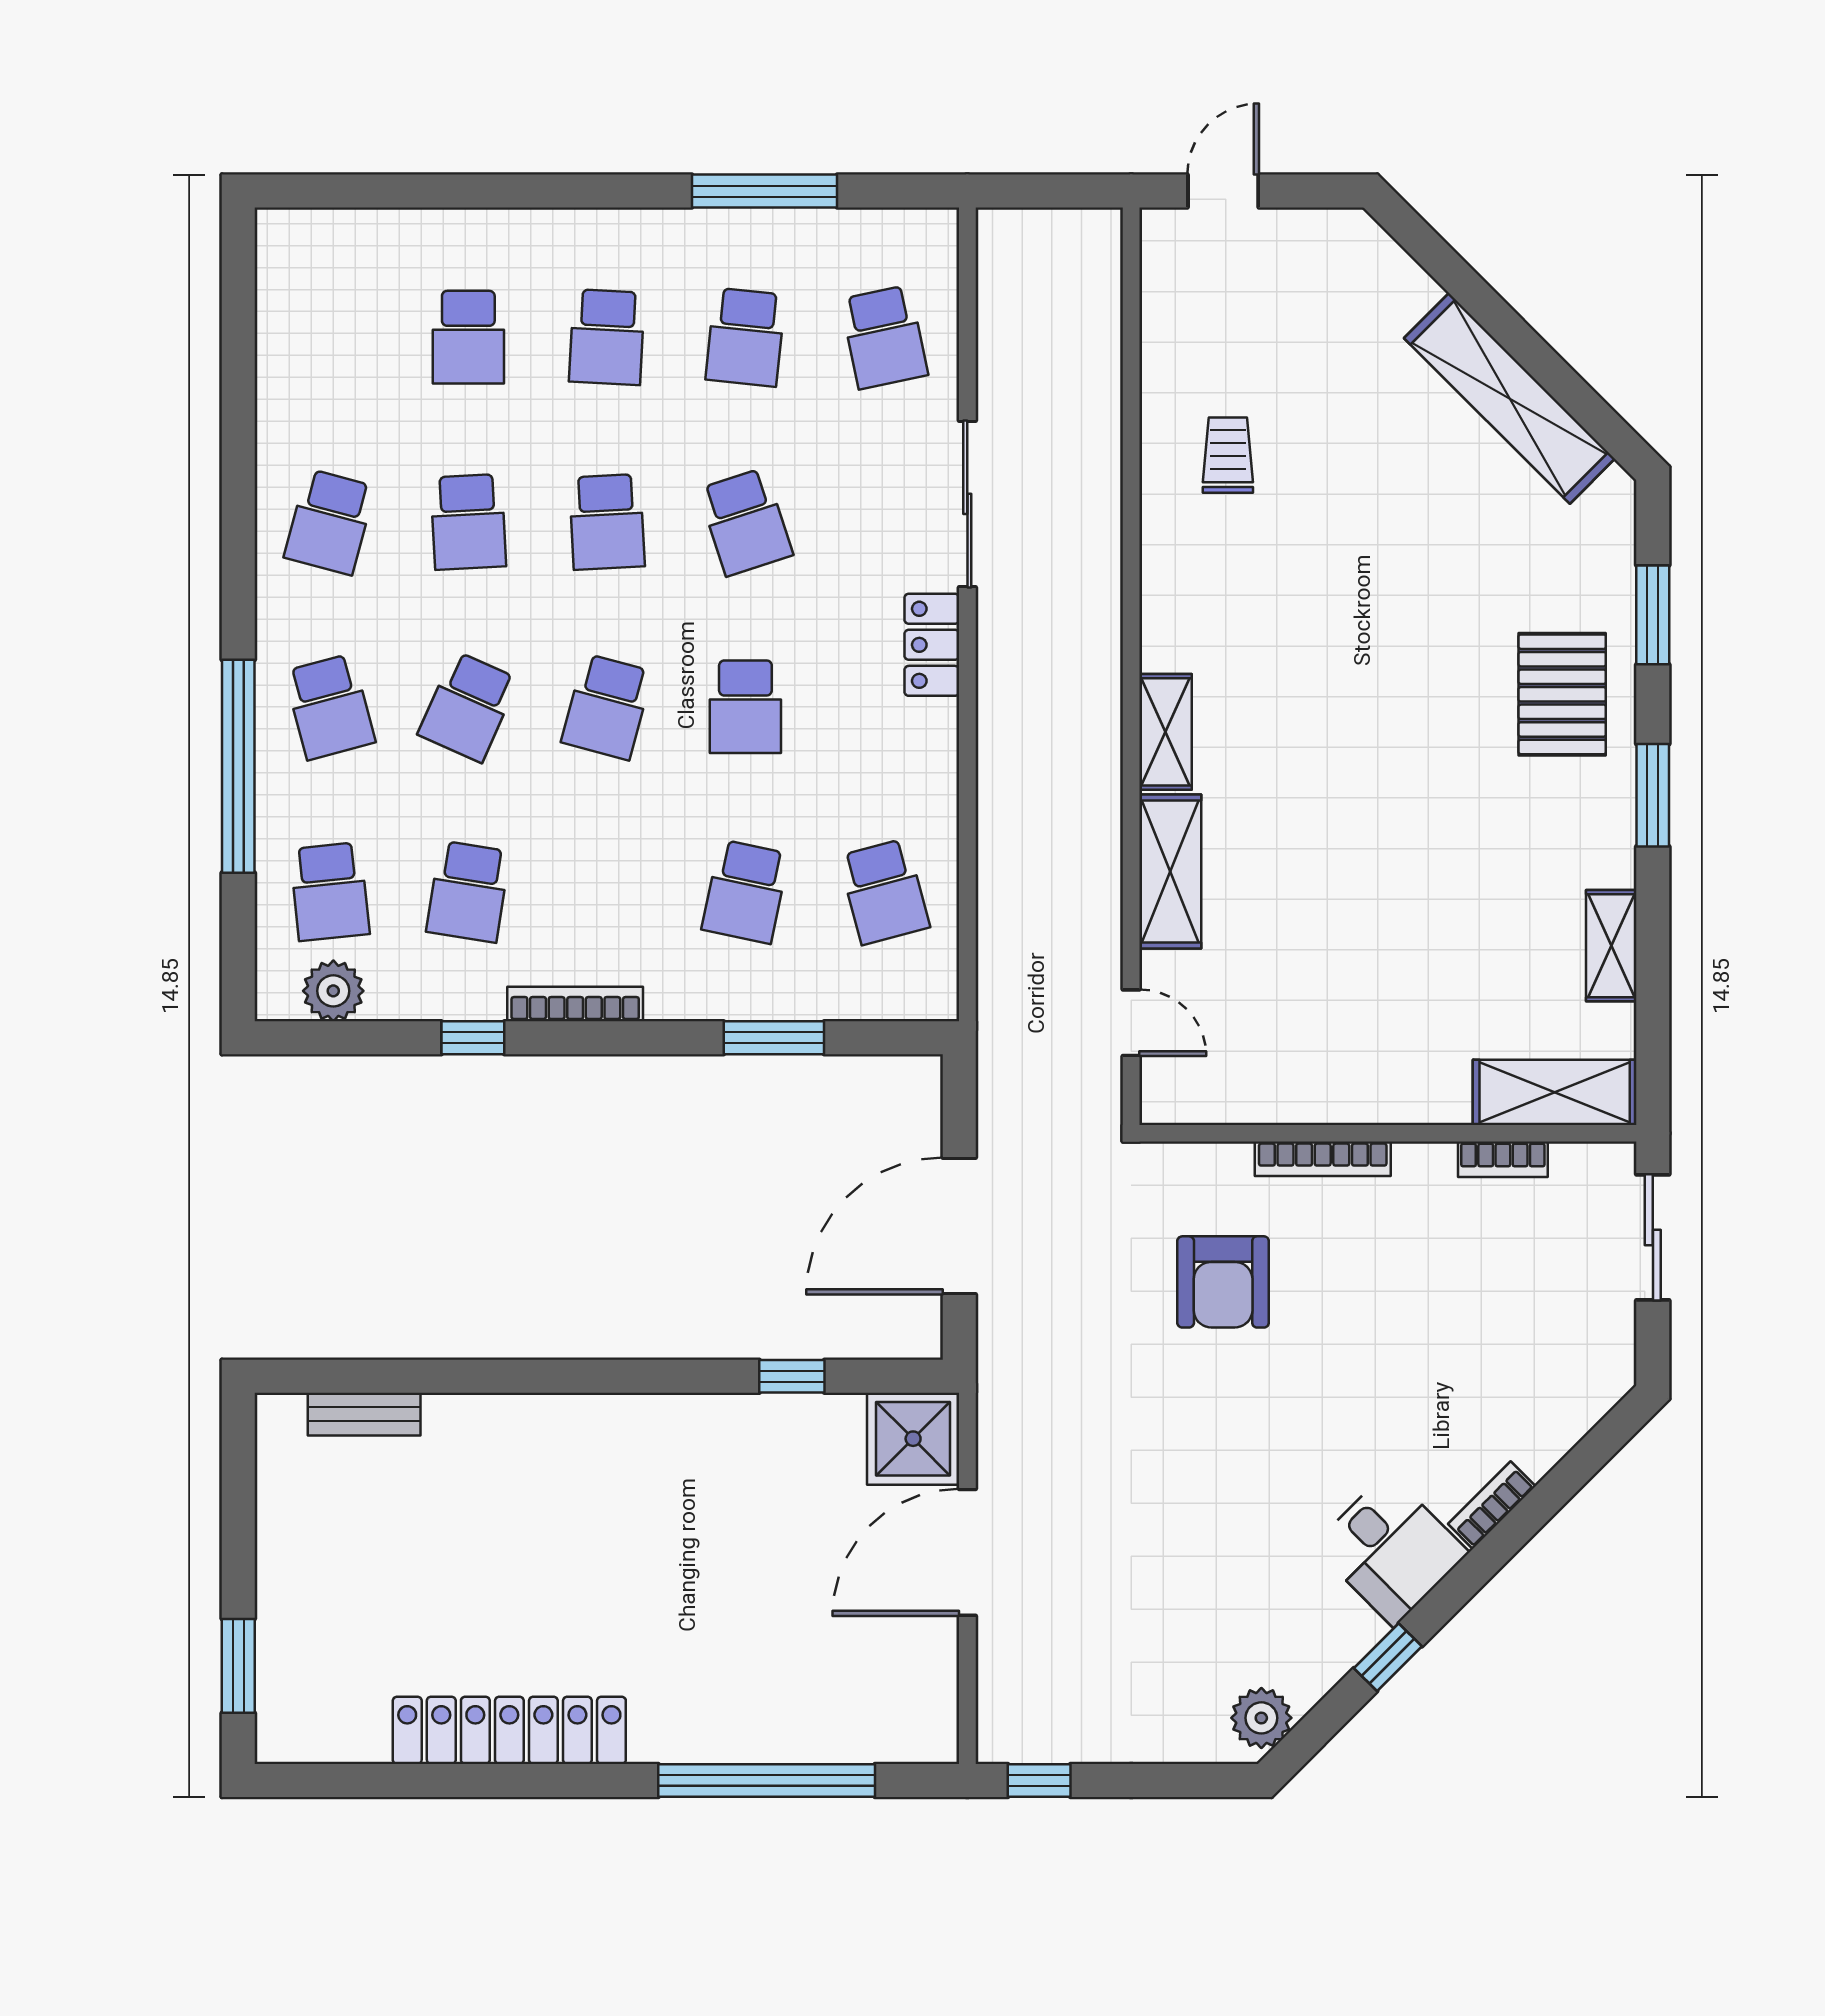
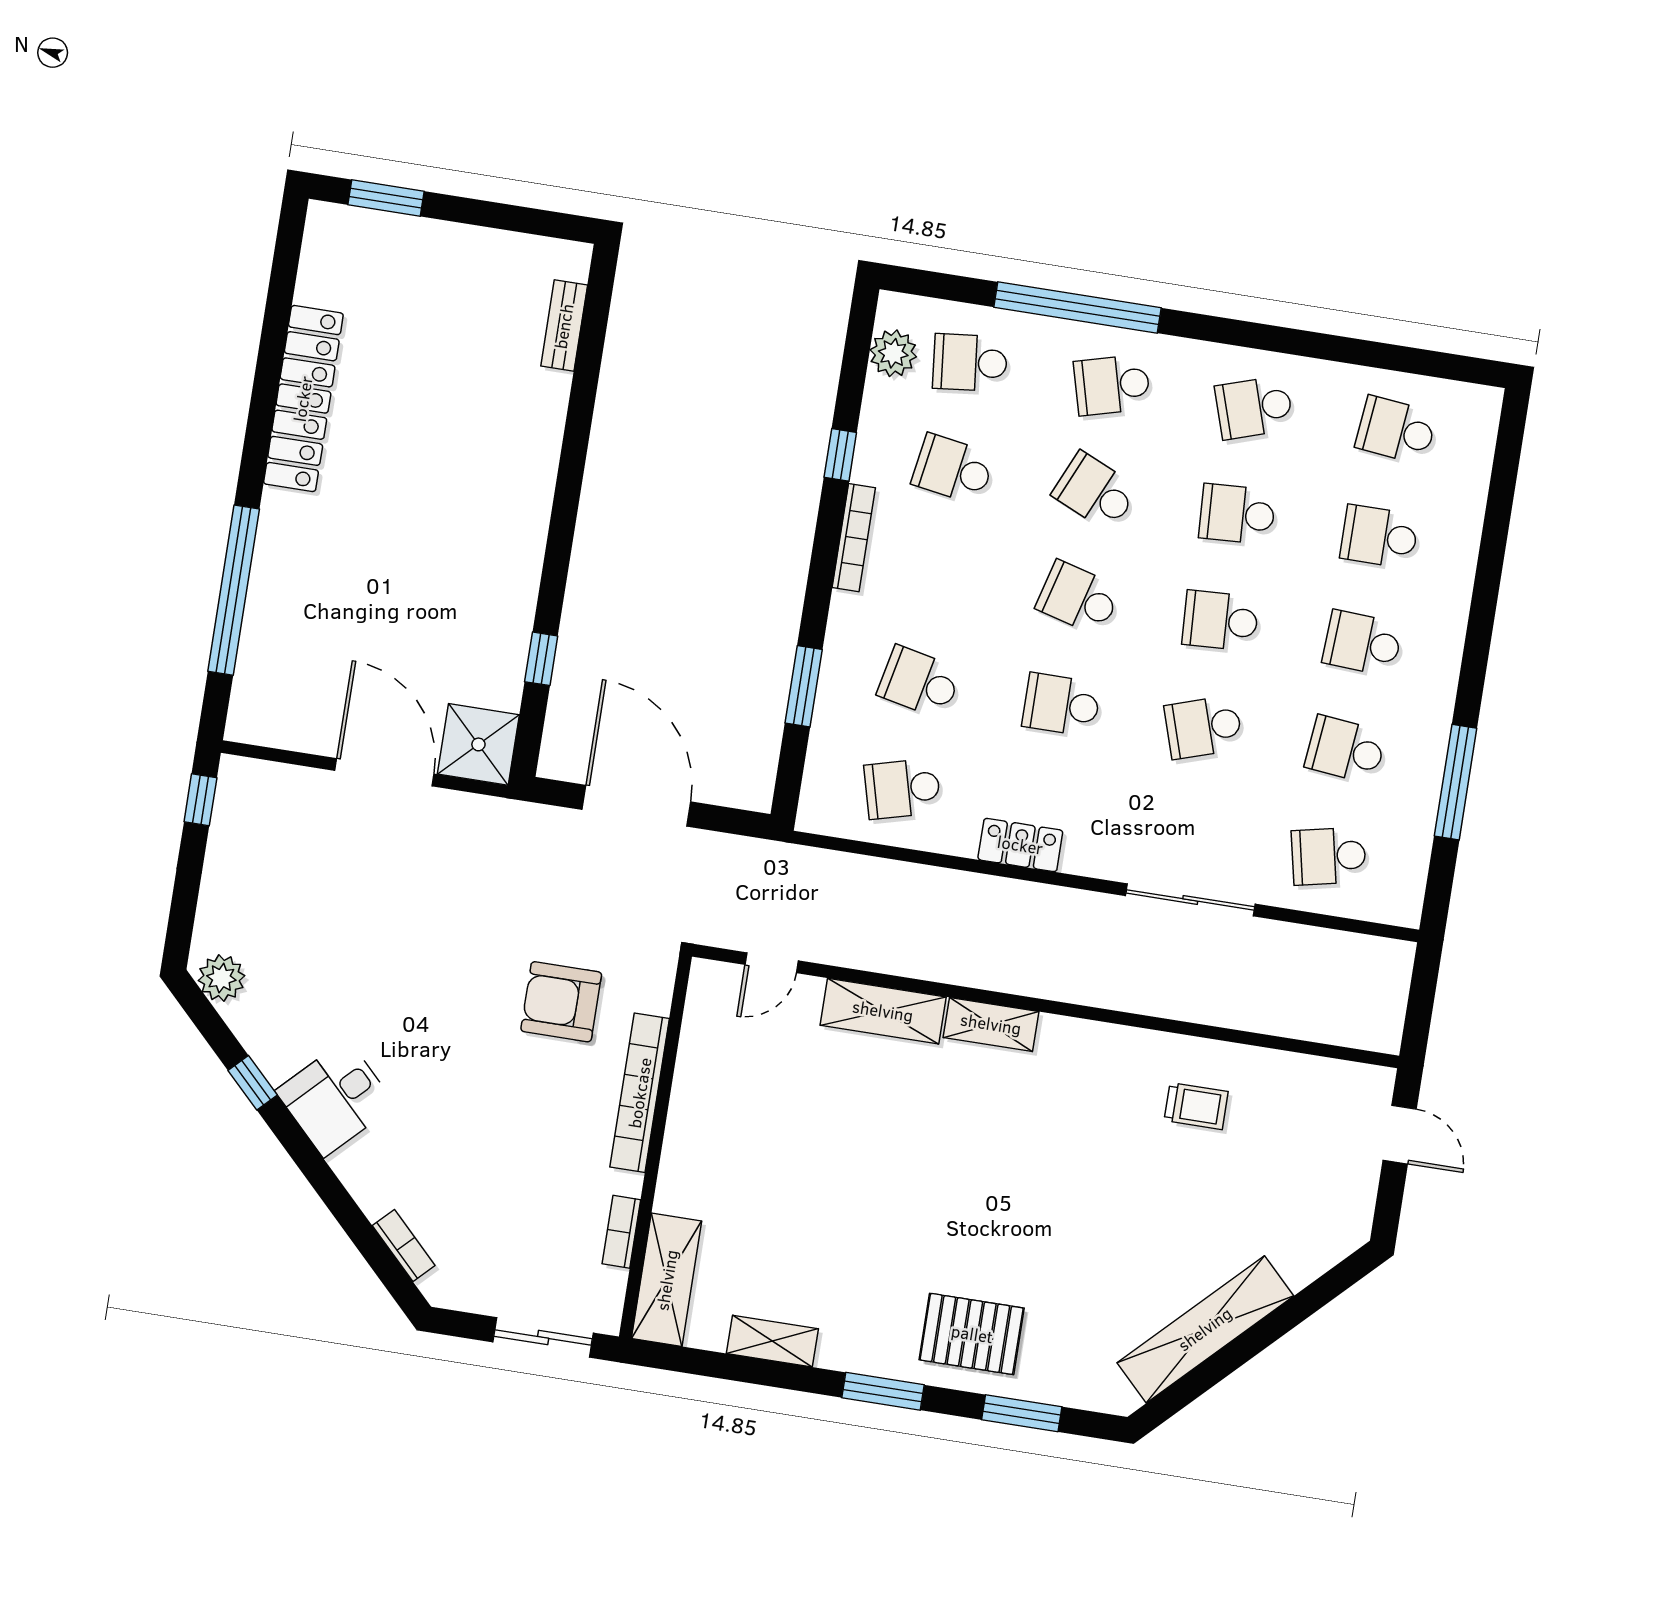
school desk: (330, 337) -> (1396, 430), added
school desk: (330, 522) -> (1254, 408), turned -33
locker: (932, 645) -> (1020, 845), moved
bookcase: (1323, 1159) -> (640, 1093), width x1.48, depth x1.31
bookcase: (1492, 1505) -> (404, 1245), moved

